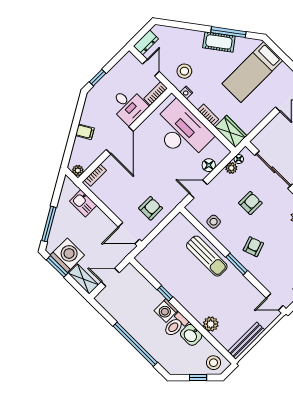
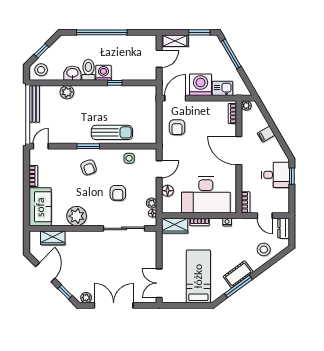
stool: (184, 71) -> (264, 250), moved
desk: (128, 106) -> (276, 175), moved, turned 180
washing machine: (67, 255) -> (201, 85), moved, turned 180
sun lounger: (207, 256) -> (112, 132), turned 180

